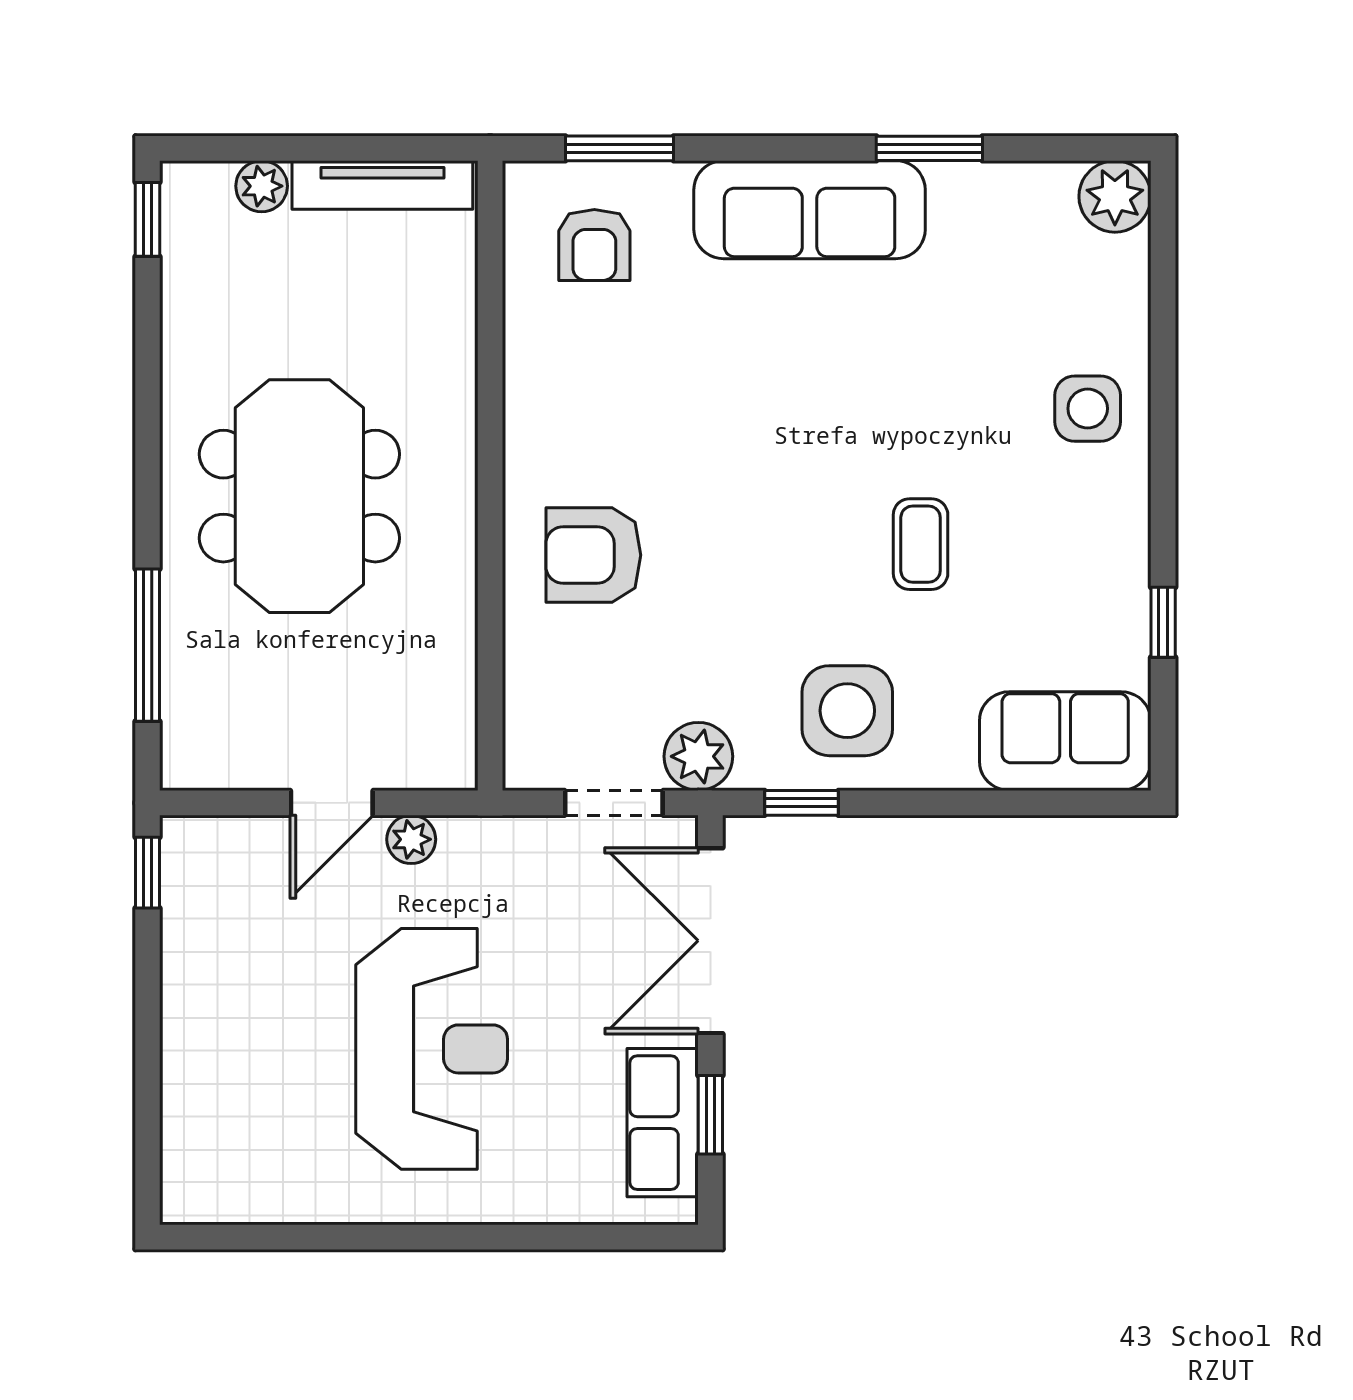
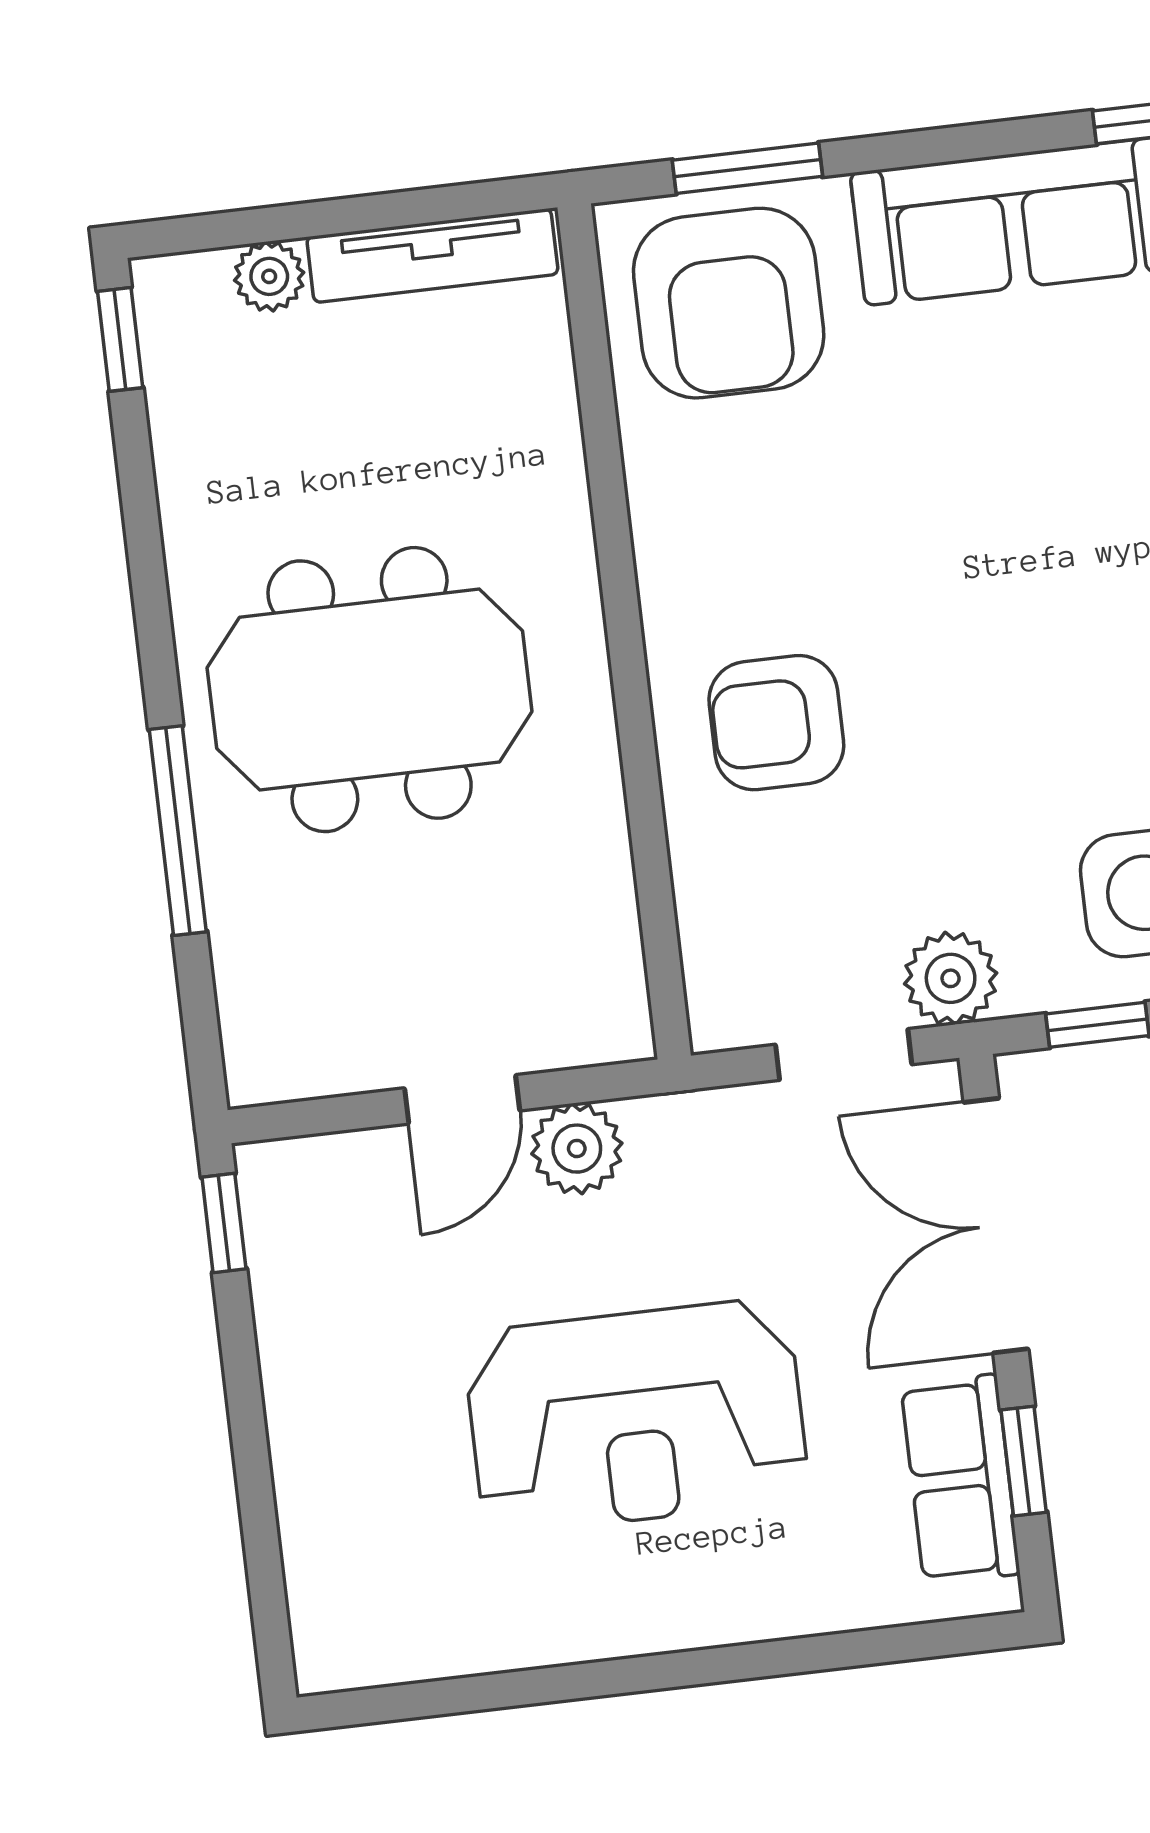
armchair: (594, 245) -> (729, 303), width x1.88, depth x1.88
meeting table: (299, 496) -> (370, 690), turned 90
window: (148, 645) -> (178, 831), moved
plant: (411, 839) -> (577, 1149), width x1.38, depth x1.38
reception desk: (432, 1049) -> (636, 1416), turned 90

